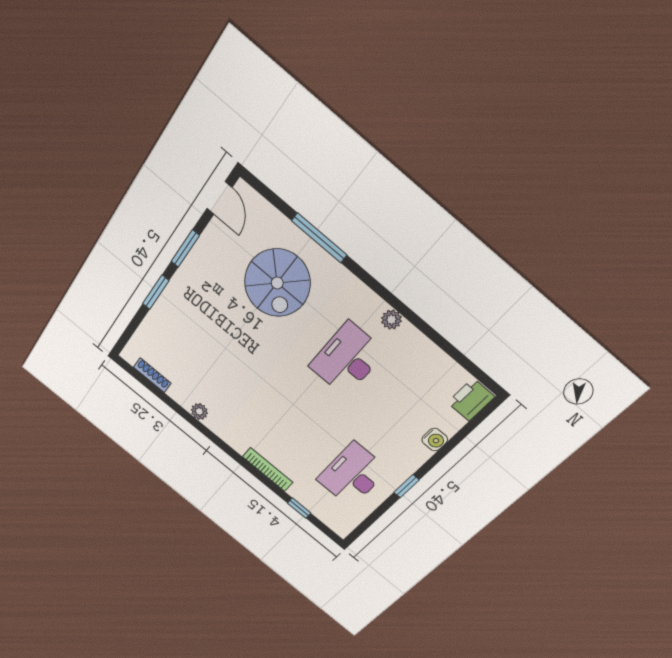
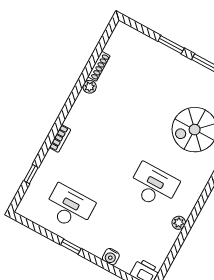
plant: (391, 320) -> (179, 223), moved
shoe rack: (152, 375) -> (99, 66), moved
bookcase: (268, 470) -> (60, 139), width x0.64

